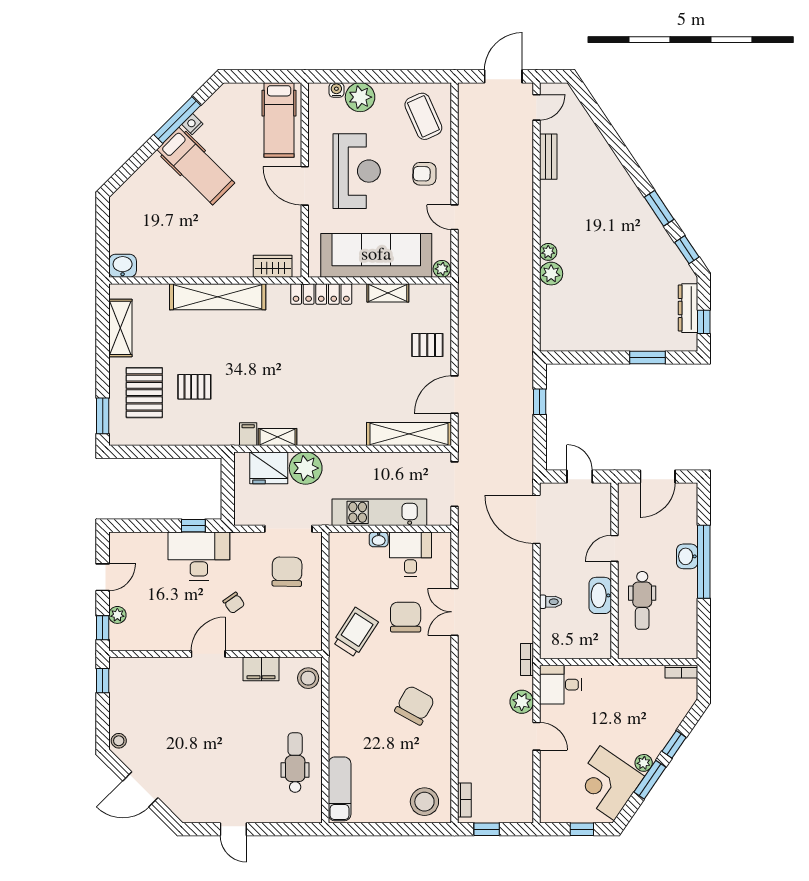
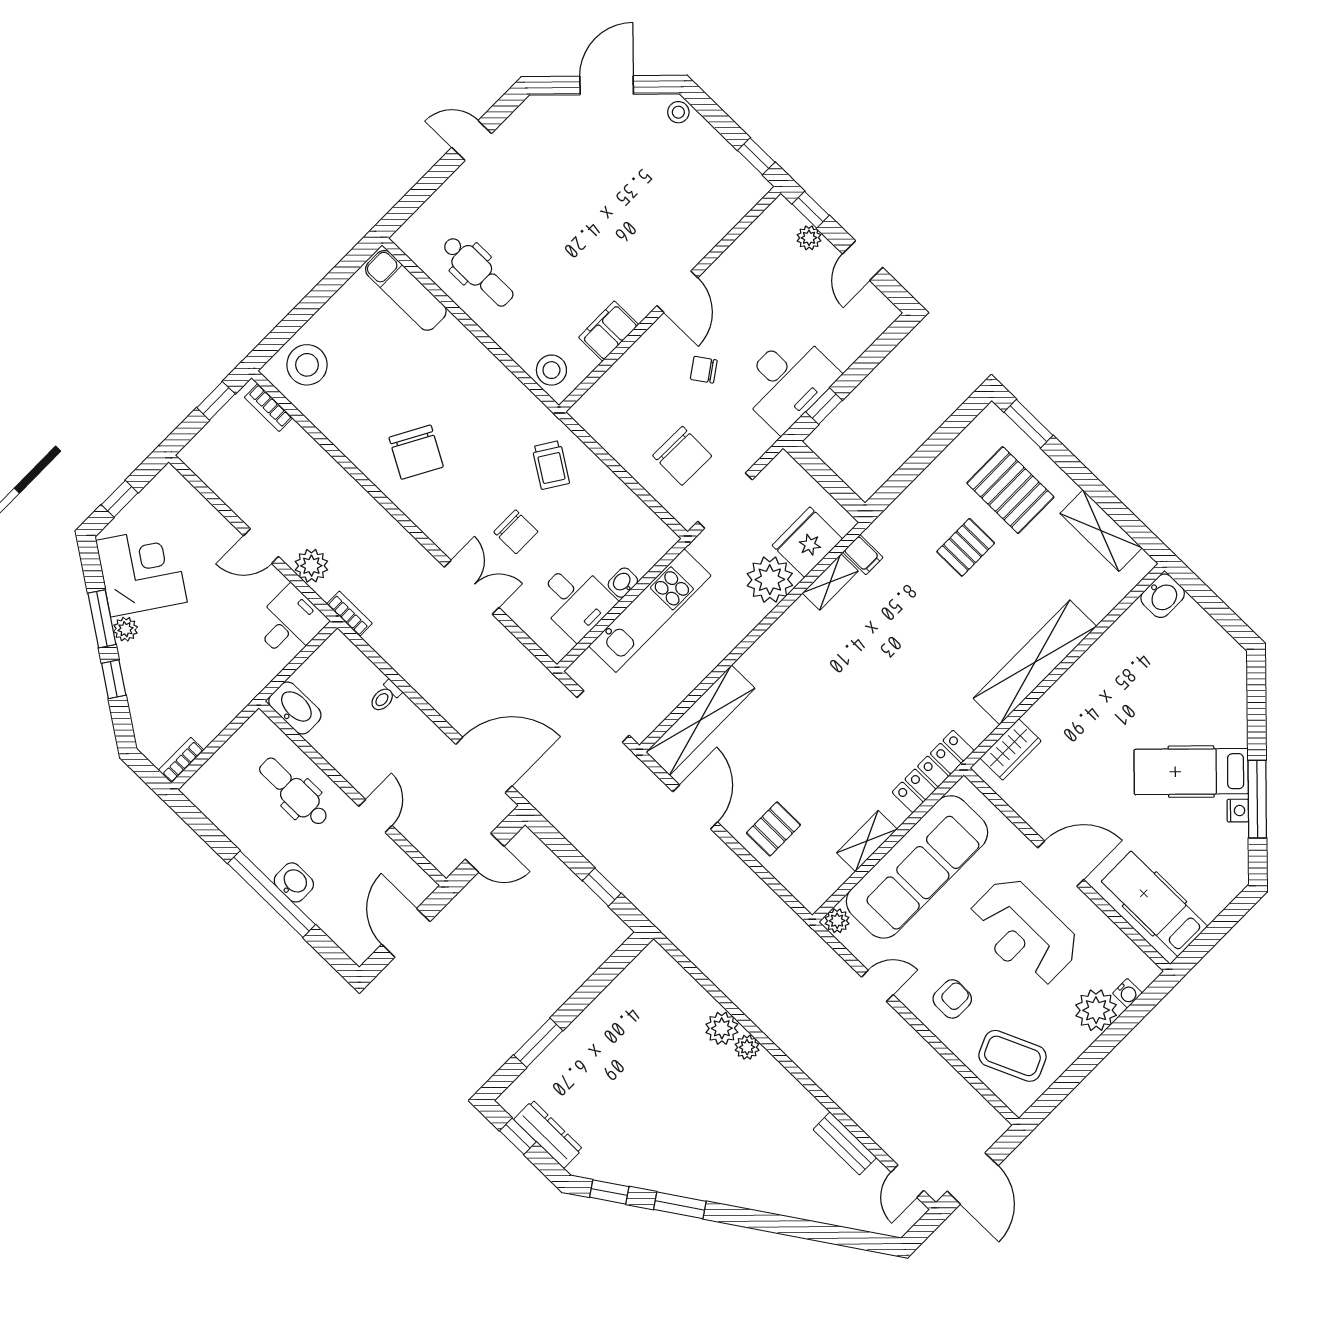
washbasin: (600, 595) -> (295, 708), moved
chair: (406, 617) -> (516, 532), width x0.73, depth x0.73
trolley: (355, 632) -> (551, 465), width x0.73, depth x0.72

